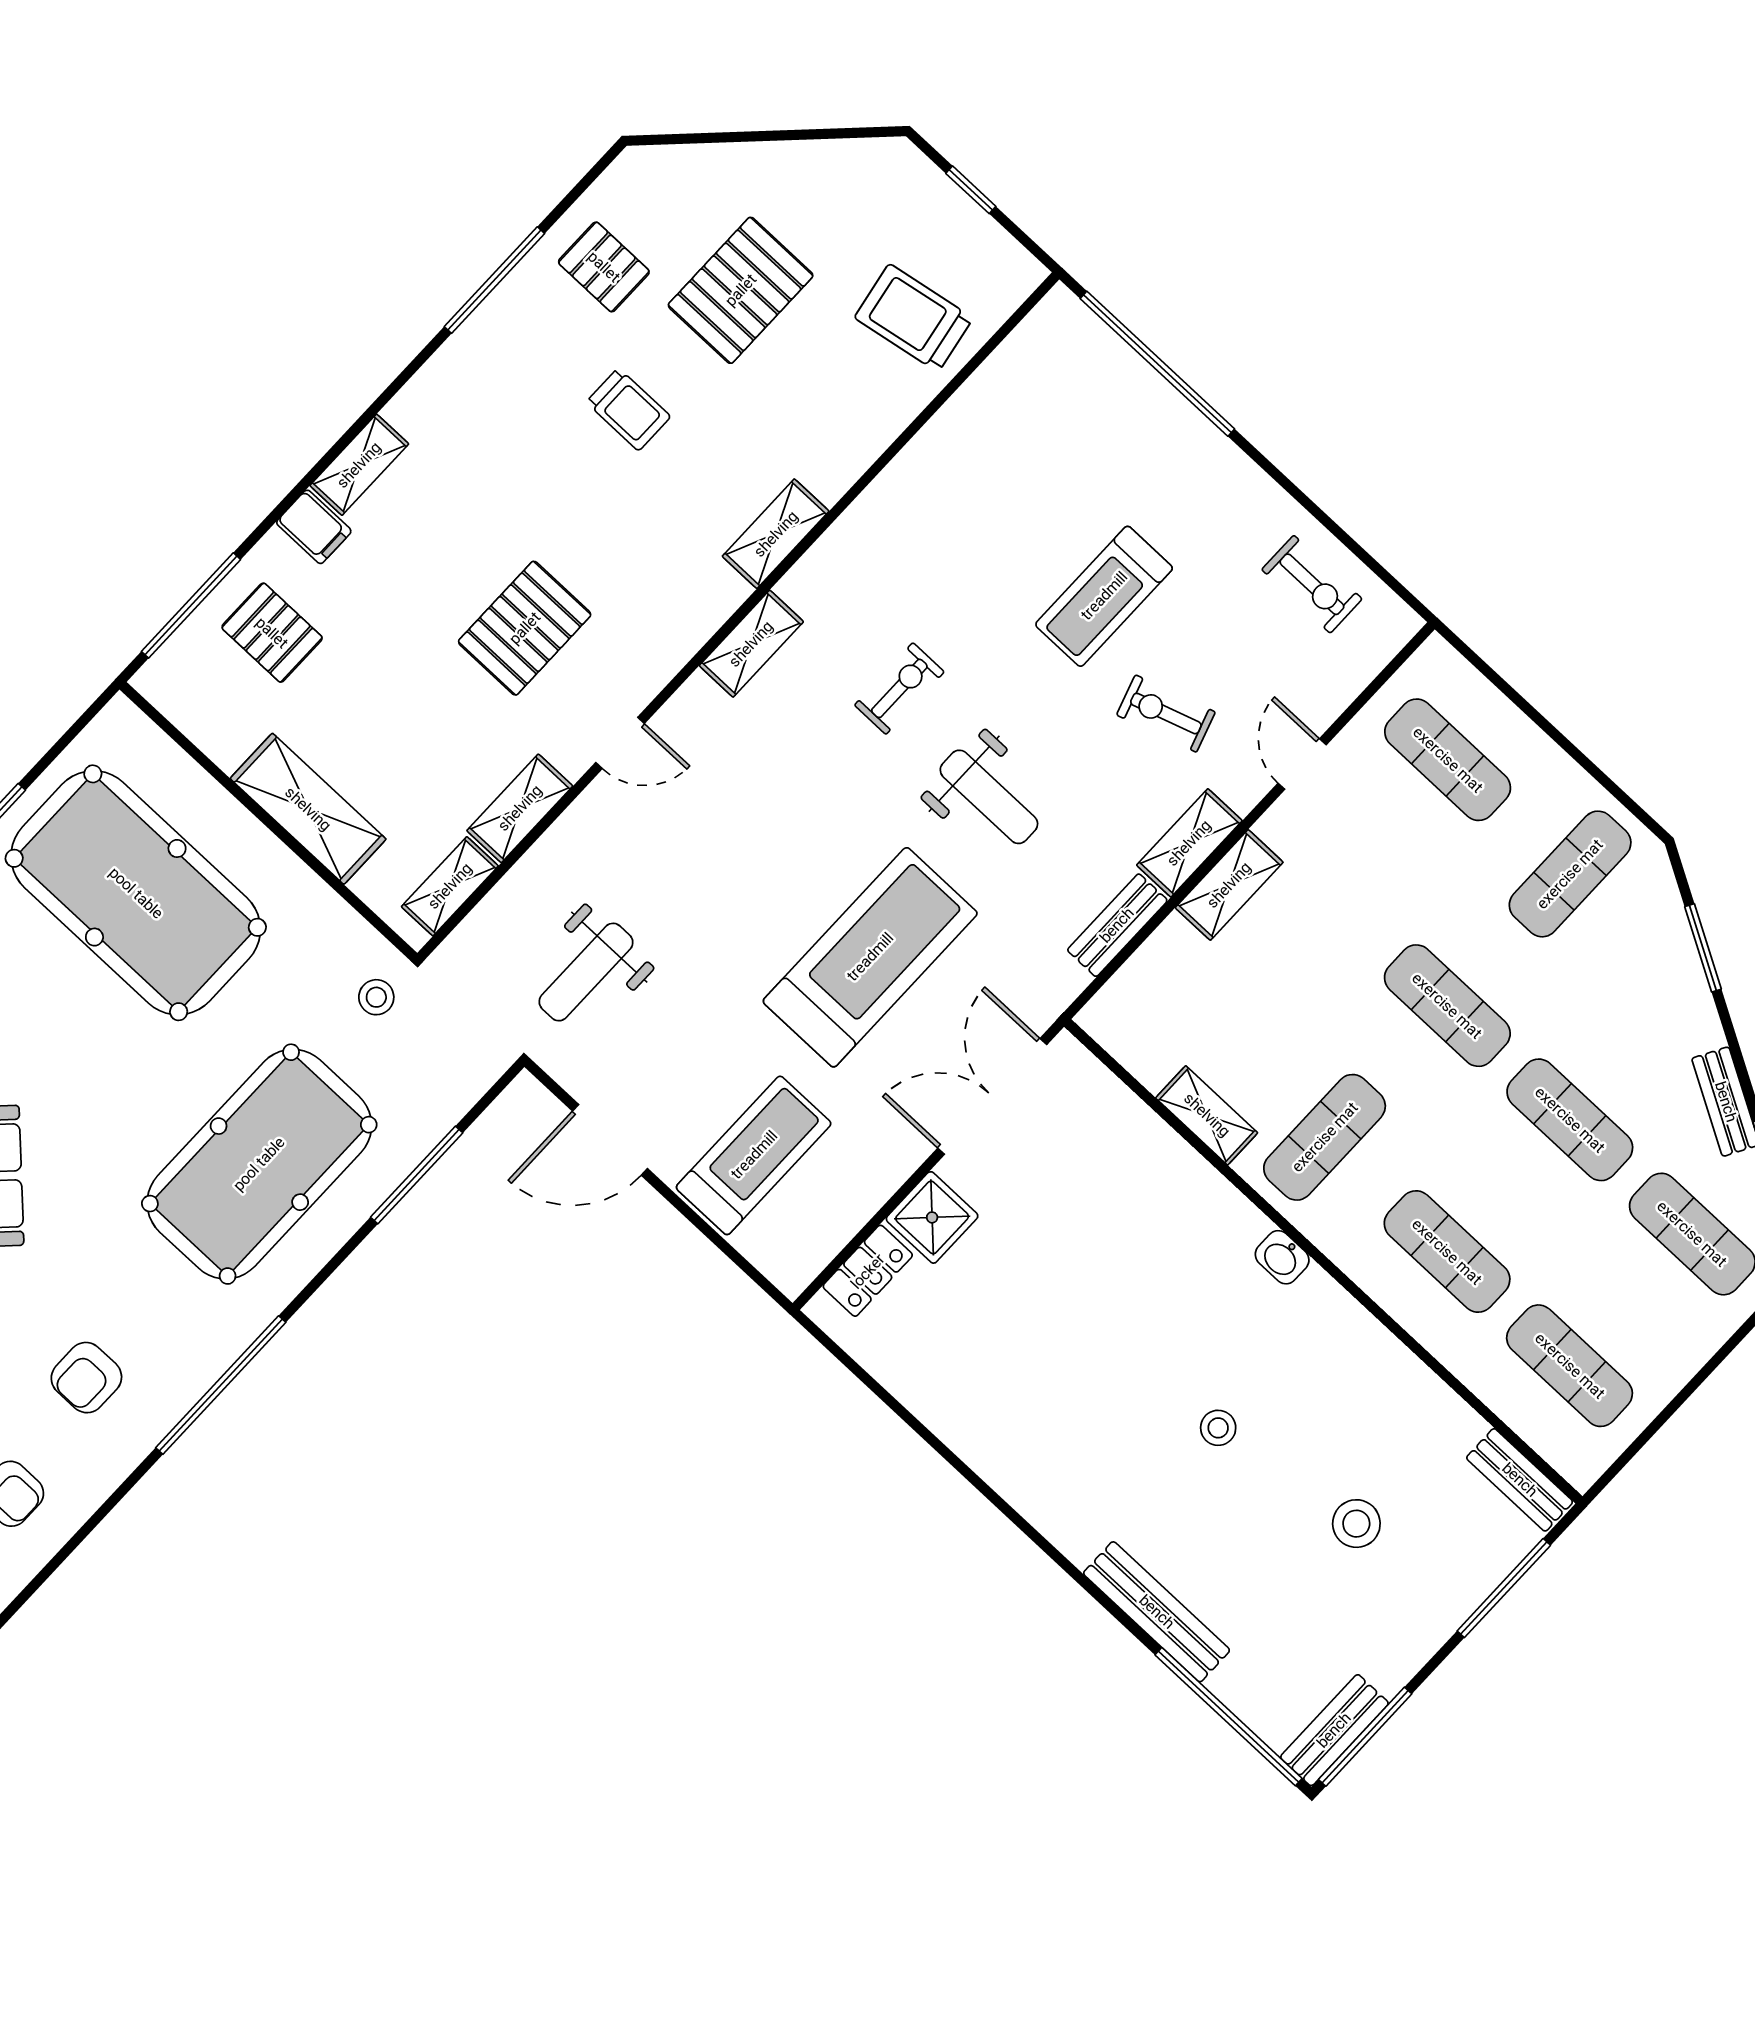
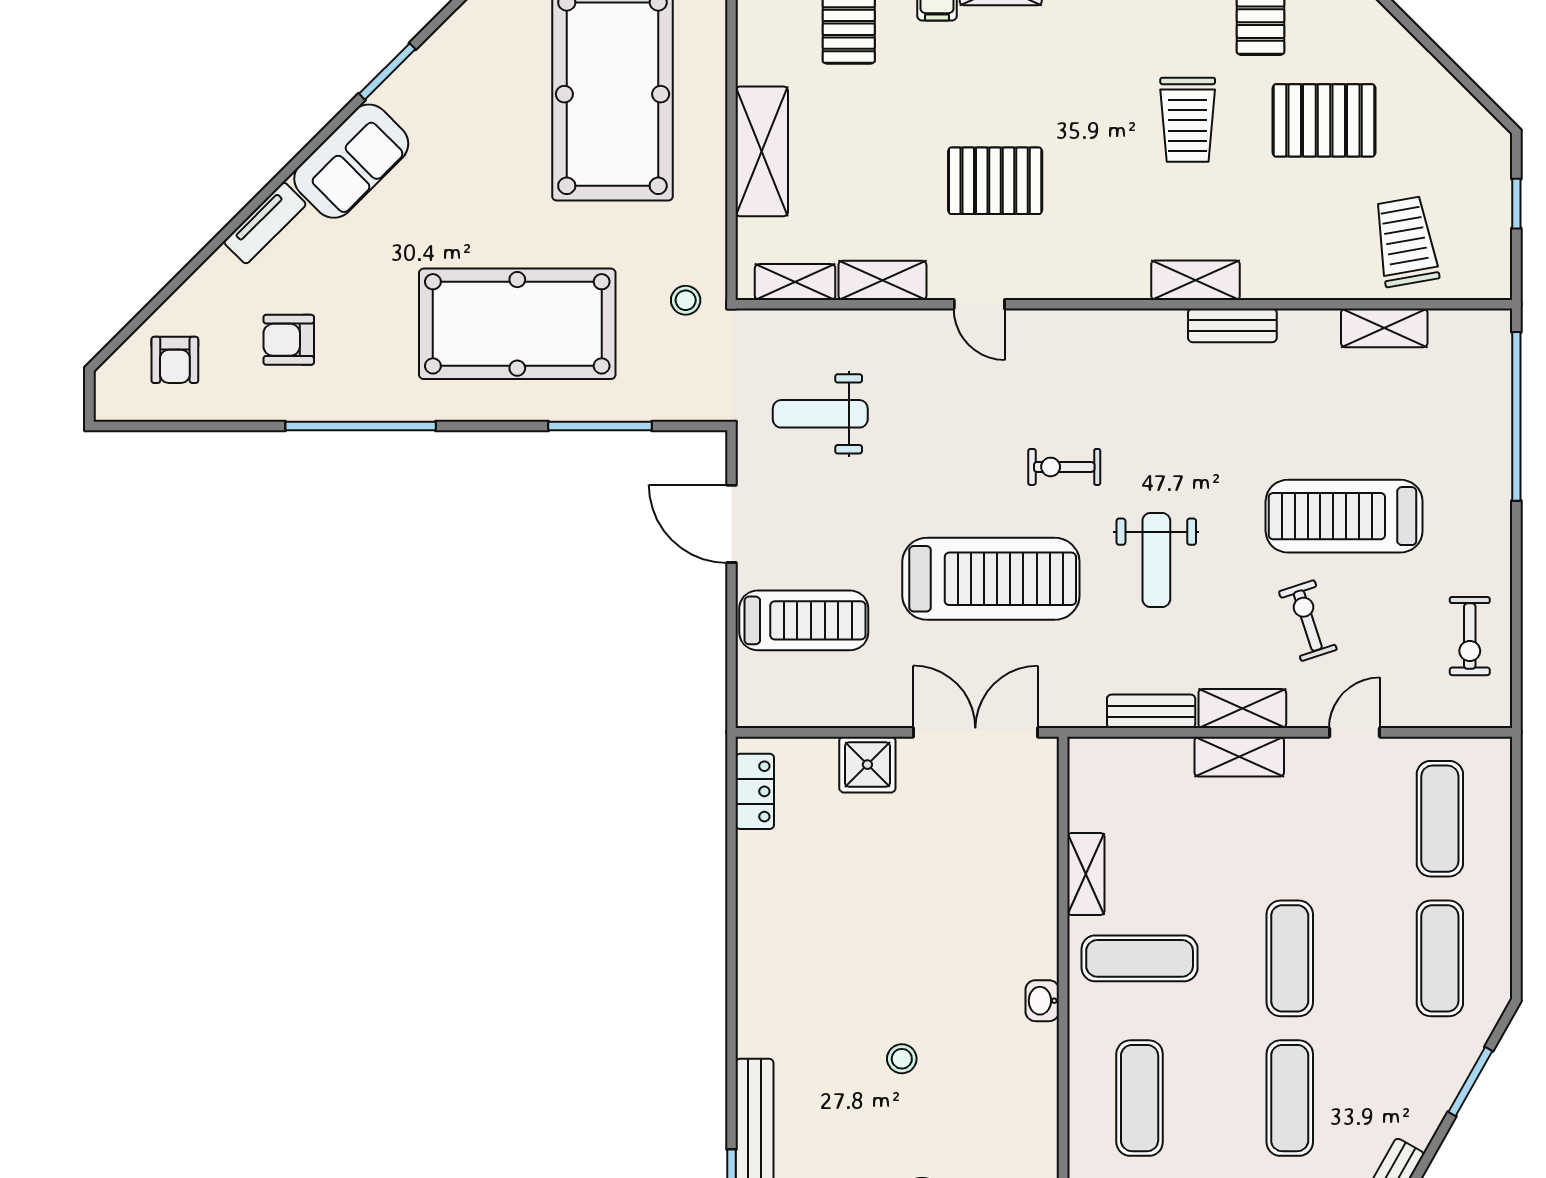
trolley: (628, 409) -> (1188, 120), width x1.36, depth x1.39
bench: (845, 538) -> (1232, 325), added
treadmill: (1104, 596) -> (1344, 516), width x1.37, depth x1.37
shelving: (751, 644) -> (1384, 328), moved
exercise bike: (899, 688) -> (1064, 467), moved, turned 180
exercise mat: (1570, 874) -> (1440, 958), turned 90
locker: (868, 1271) -> (755, 791), moved, turned -90

